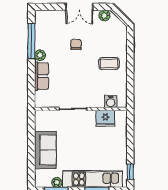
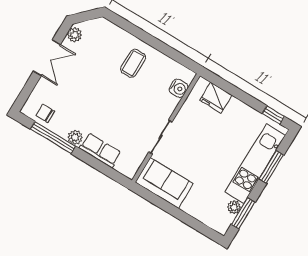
chair: (76, 45) -> (45, 113), moved
fridge: (105, 118) -> (216, 98), moved, turned 90
sofa: (45, 150) -> (164, 183), moved

